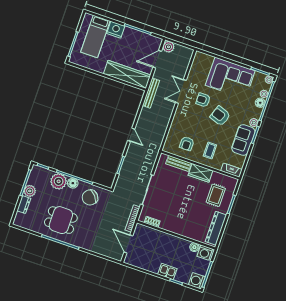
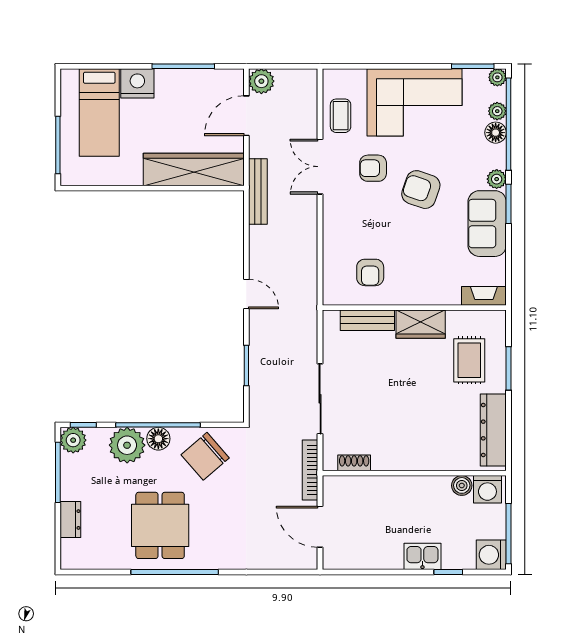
coffee table: (210, 151) -> (341, 116), moved
plant: (30, 191) -> (73, 440), moved
dining table: (61, 220) -> (160, 525), turned 90

